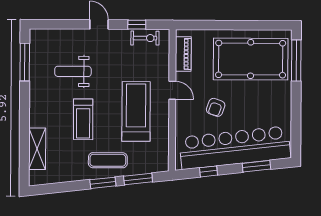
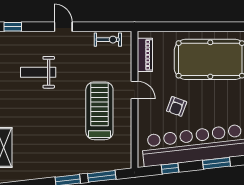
window: (137, 25) -> (13, 27), moved
treadmill: (83, 119) -> (48, 119), removed
exercise mat: (108, 160) -> (72, 158), removed

